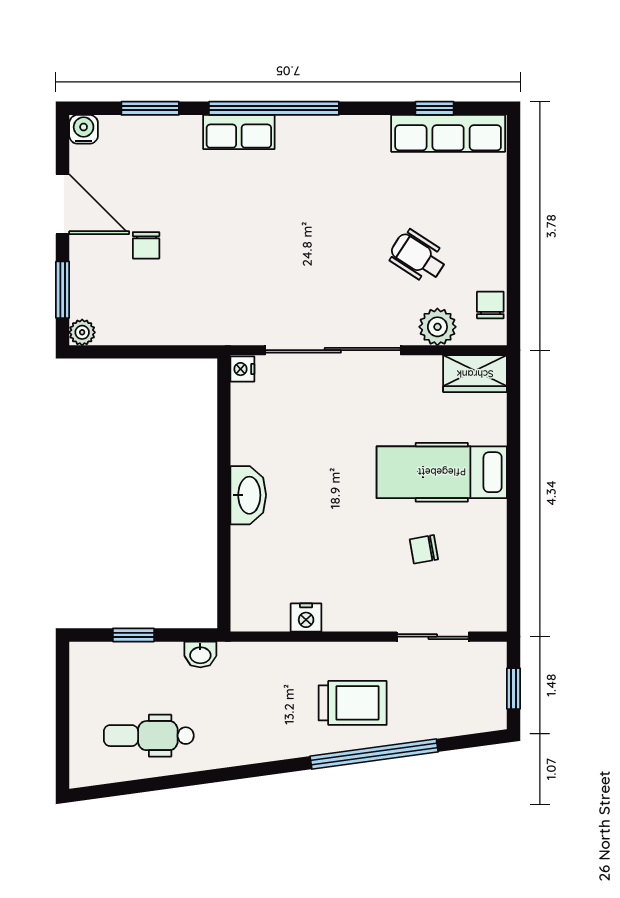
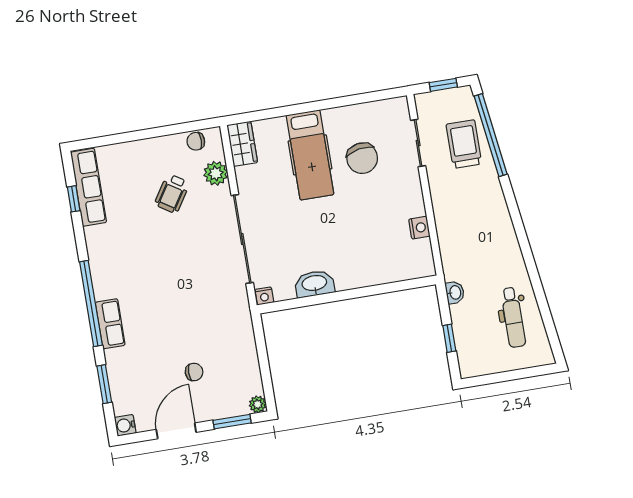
washbasin: (248, 495) -> (314, 284), moved
chair: (424, 549) -> (362, 158), width x1.87, depth x1.87
trolley: (353, 703) -> (464, 144), moved
window: (374, 754) -> (491, 135), moved

